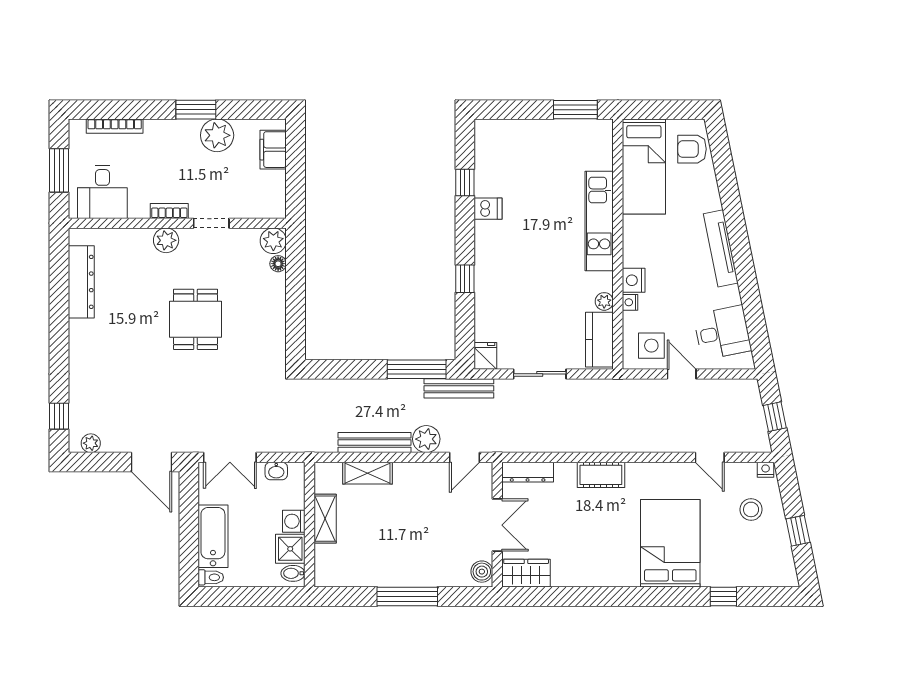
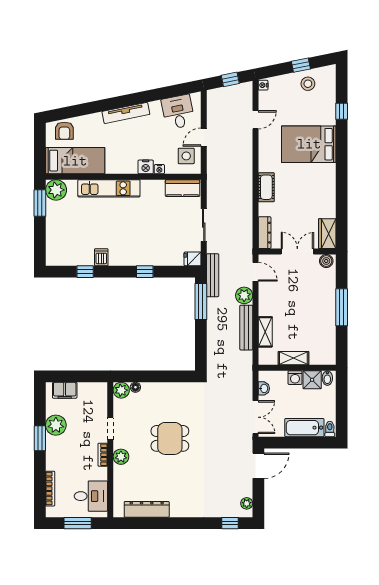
plant: (604, 301) -> (56, 190), moved, width x1.88, depth x1.88
stool: (751, 509) -> (308, 84), moved

